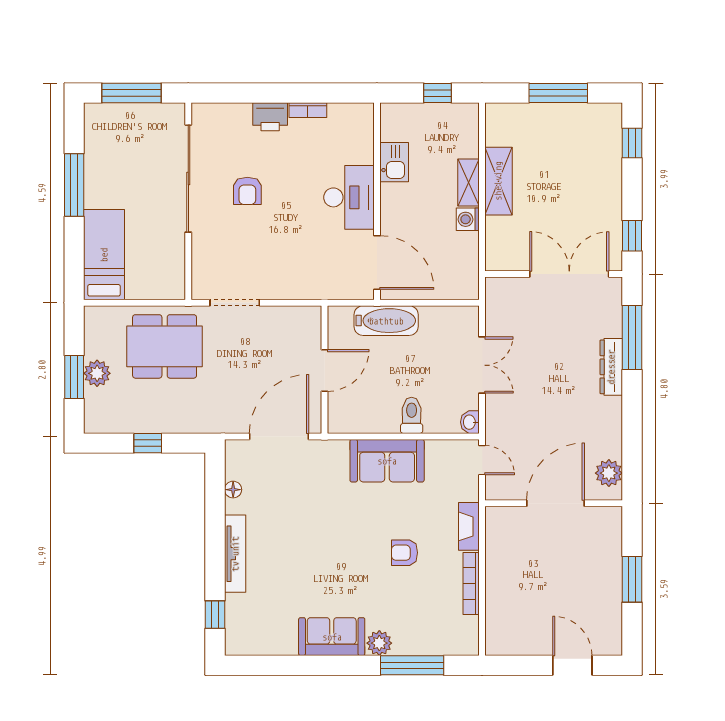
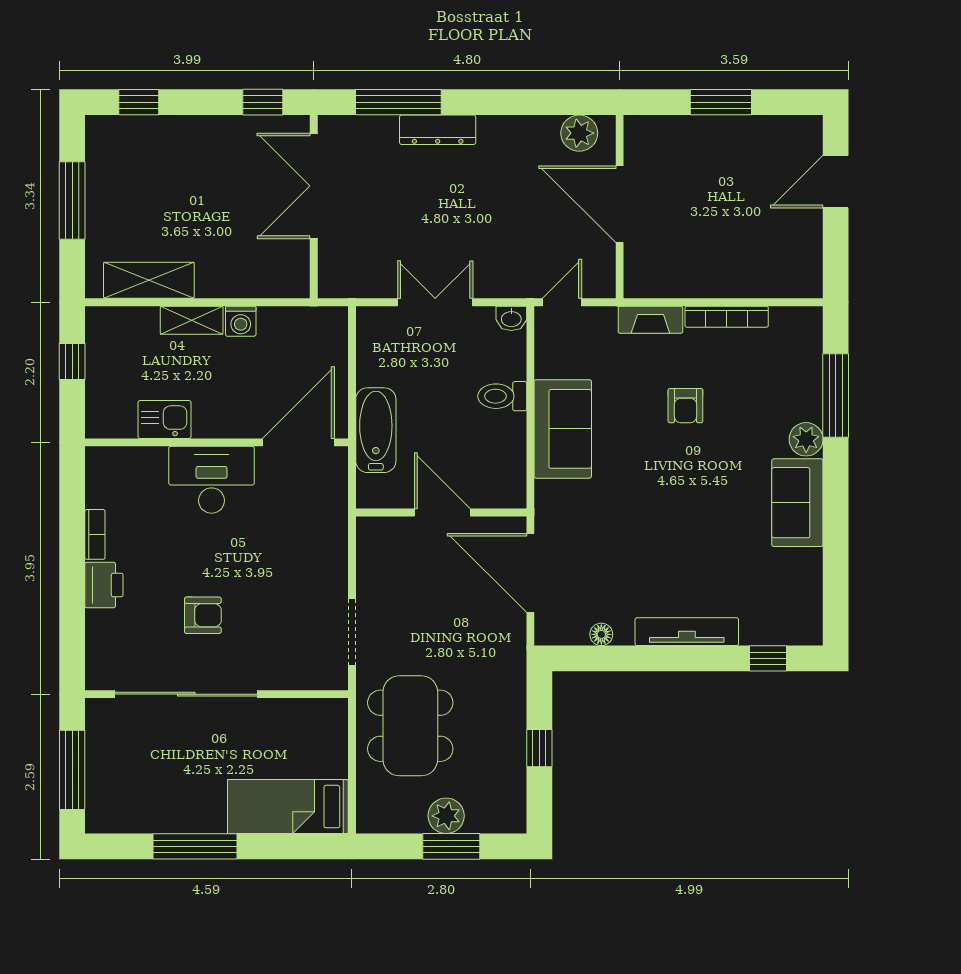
shelving: (498, 181) -> (149, 280), moved

